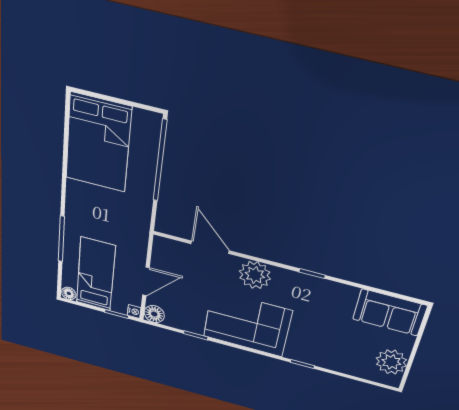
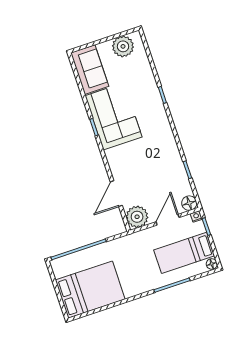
plant: (255, 275) -> (137, 217), moved
door: (146, 281) -> (168, 220), hinge flipped
corner sofa: (247, 323) -> (114, 116), moved, turned 180

